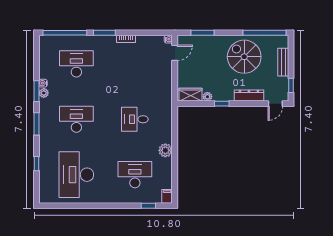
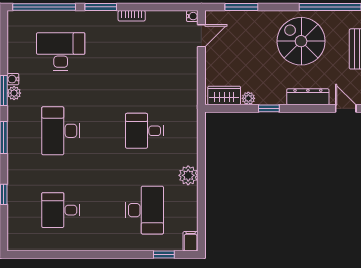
door: (275, 104) -> (346, 108), swing flipped
desk: (76, 119) -> (61, 131), turned -90
desk: (76, 175) -> (61, 210), width x0.53, depth x0.77
desk: (135, 175) -> (144, 210), turned 90

